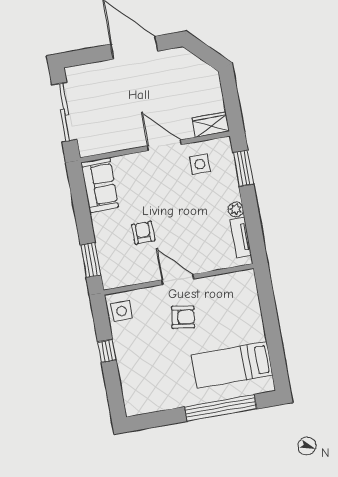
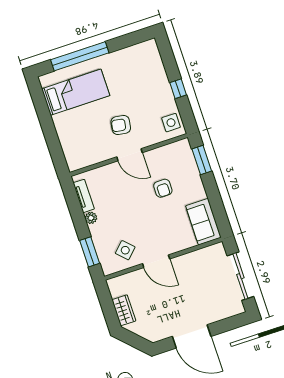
wardrobe: (211, 125) -> (124, 310), moved, turned -90
side table: (200, 164) -> (125, 250), turned 45

